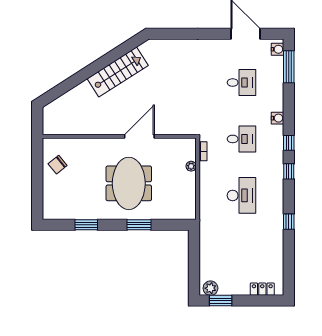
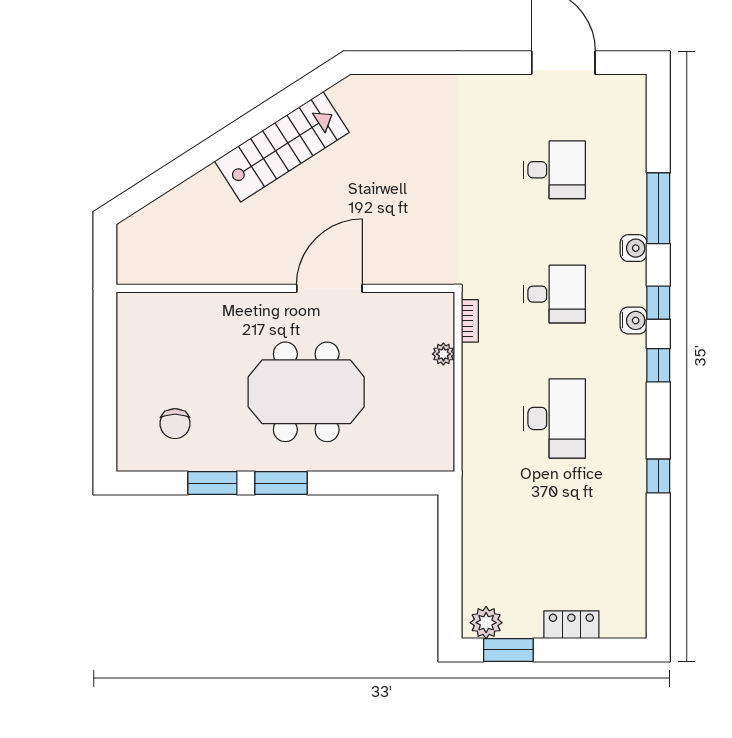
water cooler: (277, 49) -> (634, 320), moved
window: (289, 67) -> (658, 208), moved
chair: (58, 165) -> (175, 424), moved, turned -51
meeting table: (129, 183) -> (306, 392), turned 90
window: (139, 225) -> (281, 483), moved
locker: (262, 289) -> (571, 625), moved

